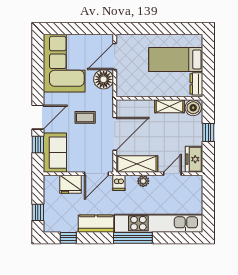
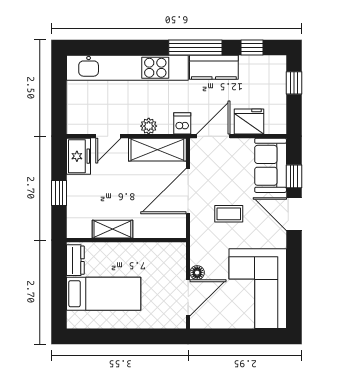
floor lamp: (104, 79) -> (197, 273), width x0.53, depth x0.53
boiler: (193, 108) -> (80, 227), removed
door: (38, 117) -> (294, 214), hinge flipped
window: (133, 238) -> (195, 48), moved

